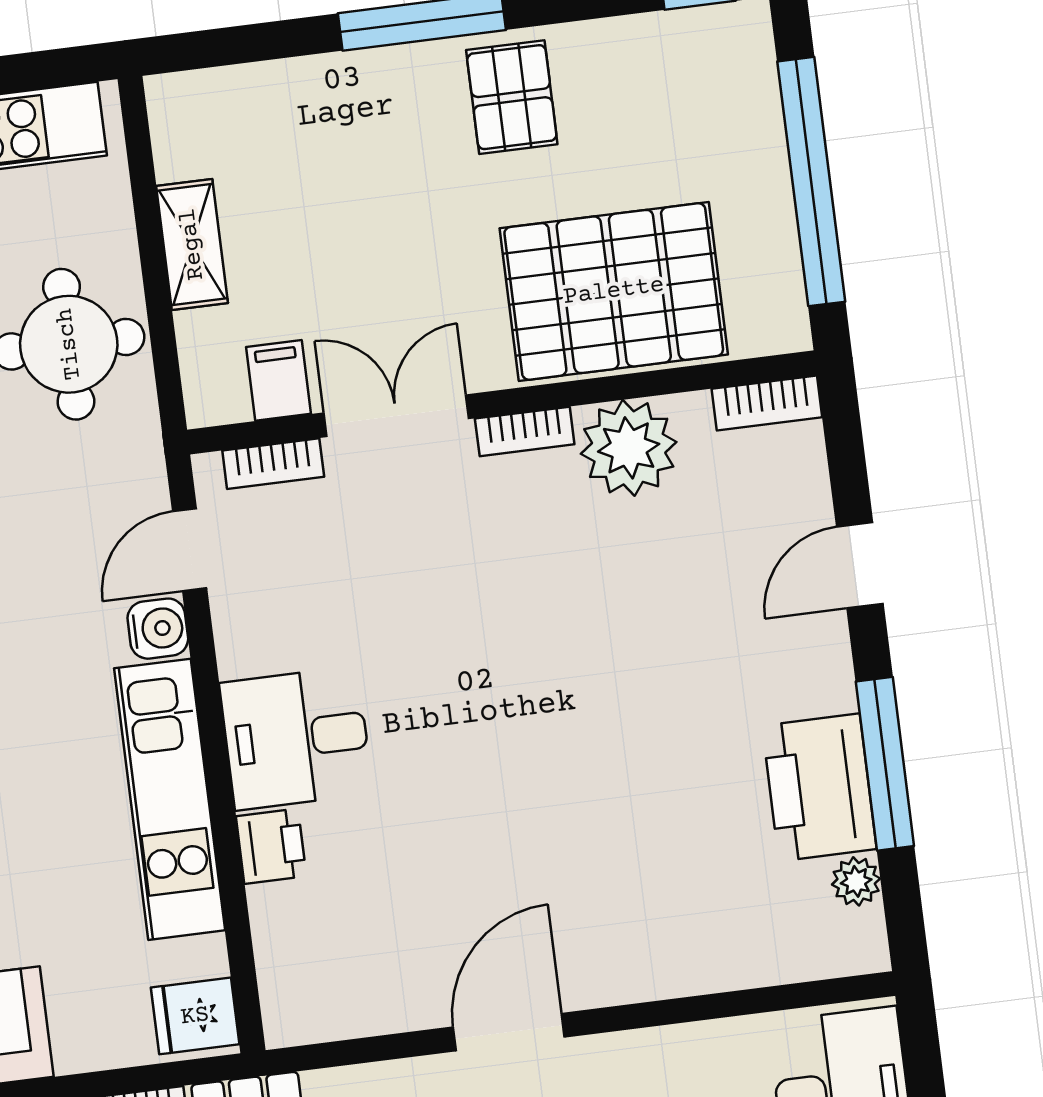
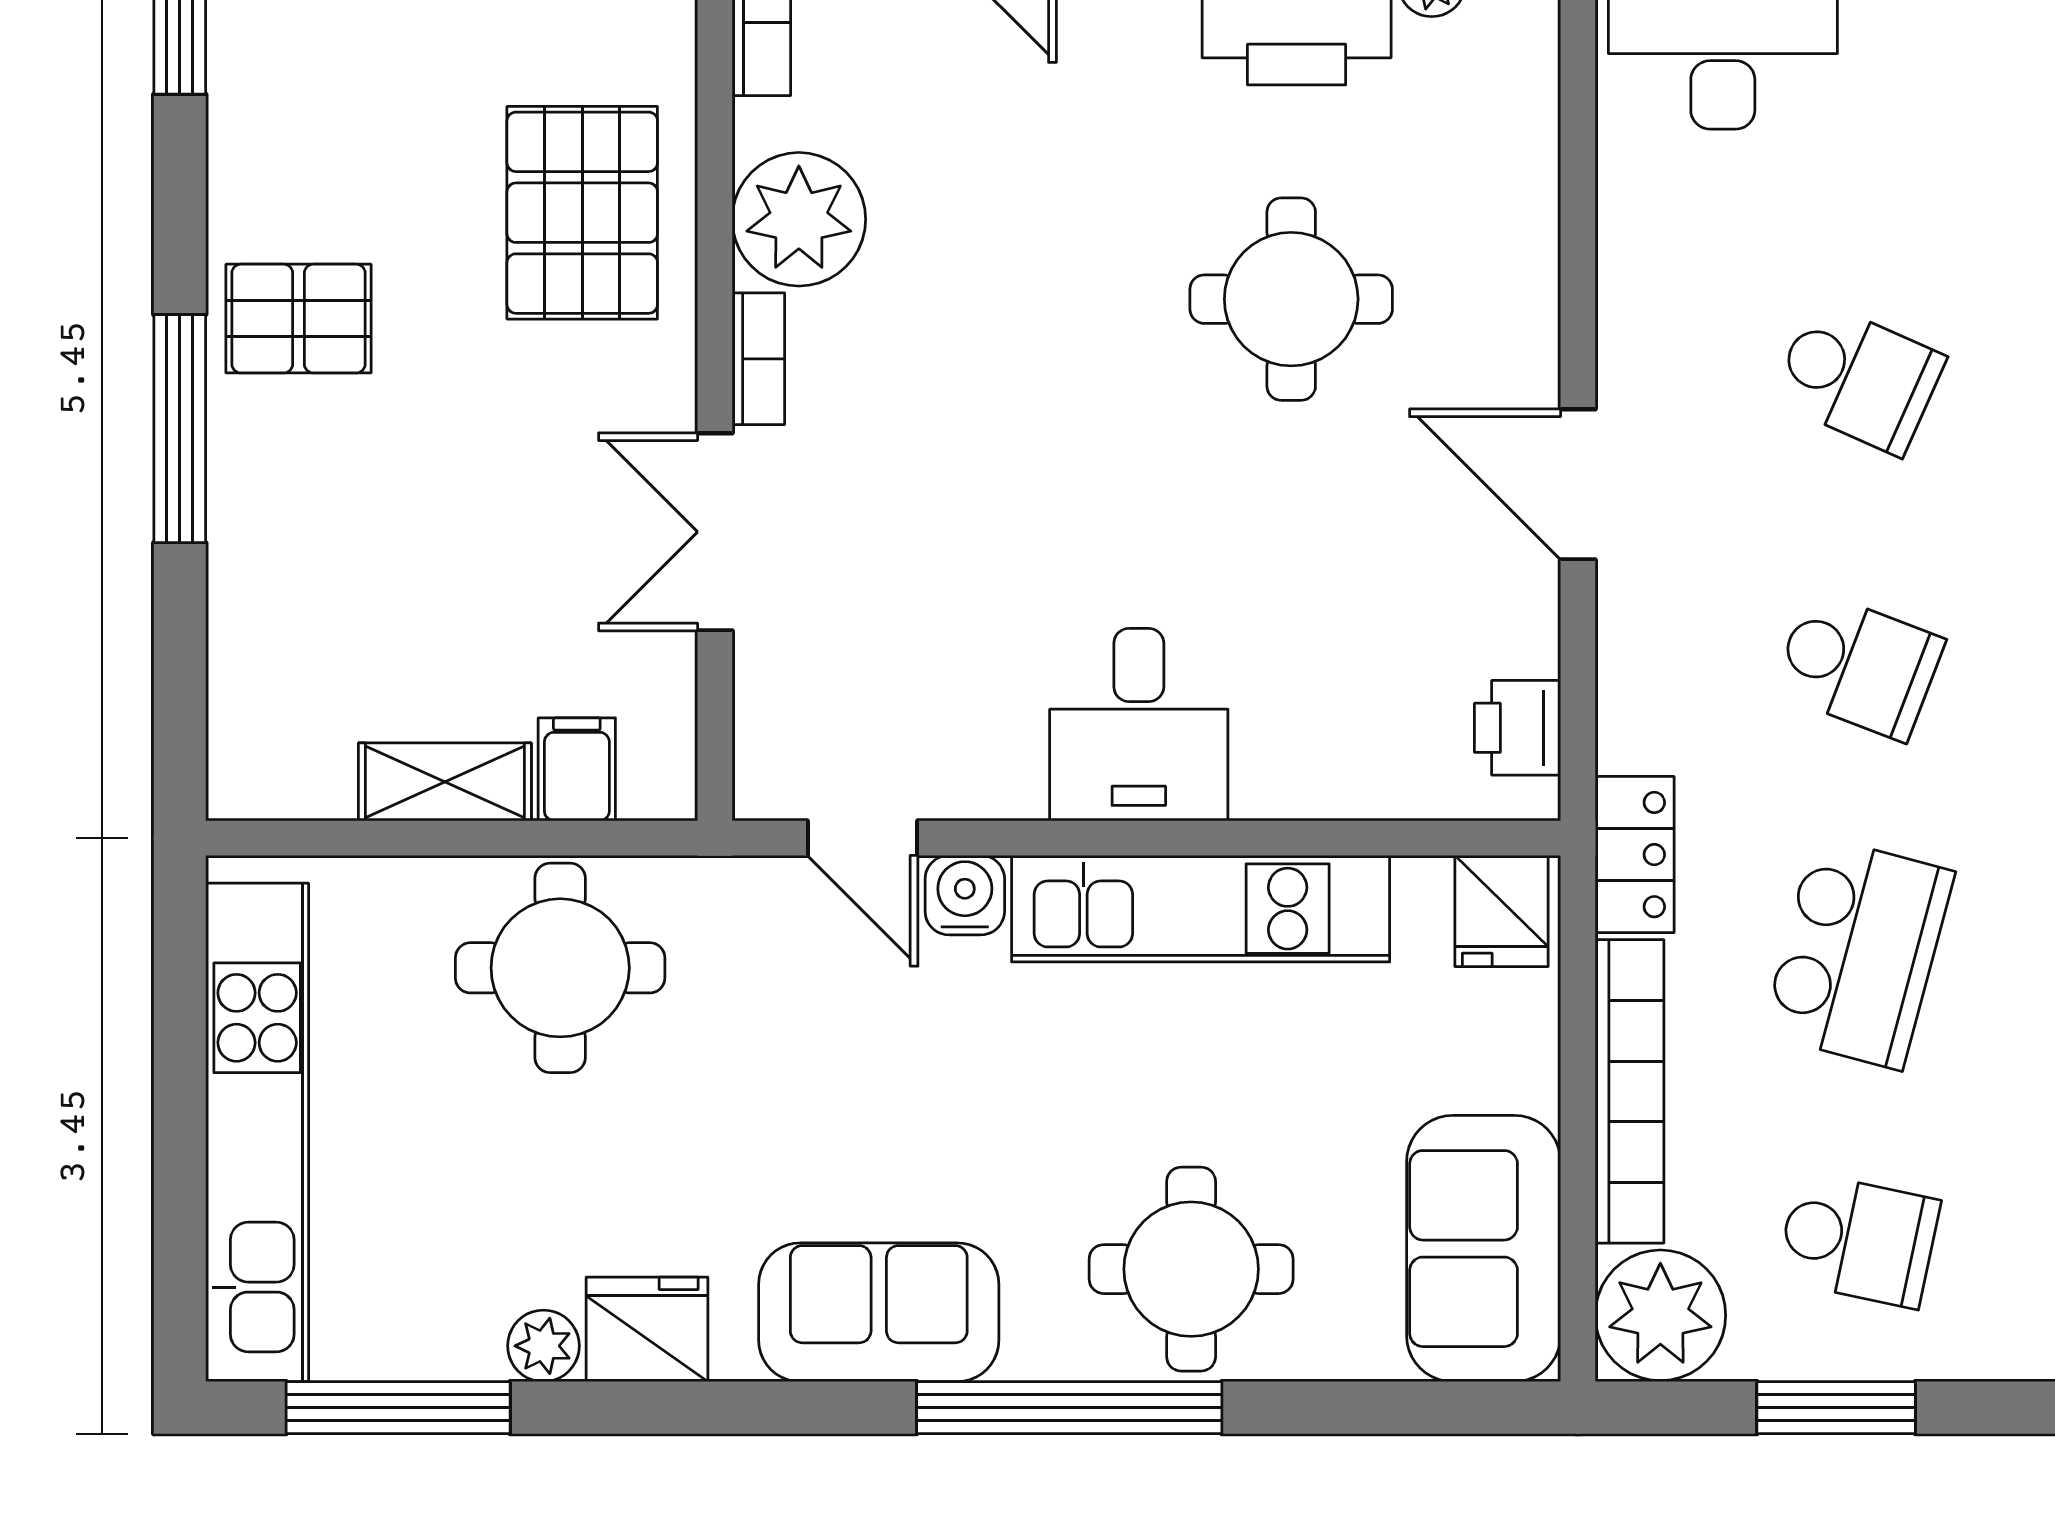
pallet: (614, 291) -> (582, 213), width x0.73, depth x0.71
filing cabinet: (278, 380) -> (577, 769), moved, turned 90
bookcase: (273, 464) -> (759, 709), removed
round table: (616, 809) -> (1291, 299), added
printer: (271, 846) -> (1517, 728), moved, turned -90

